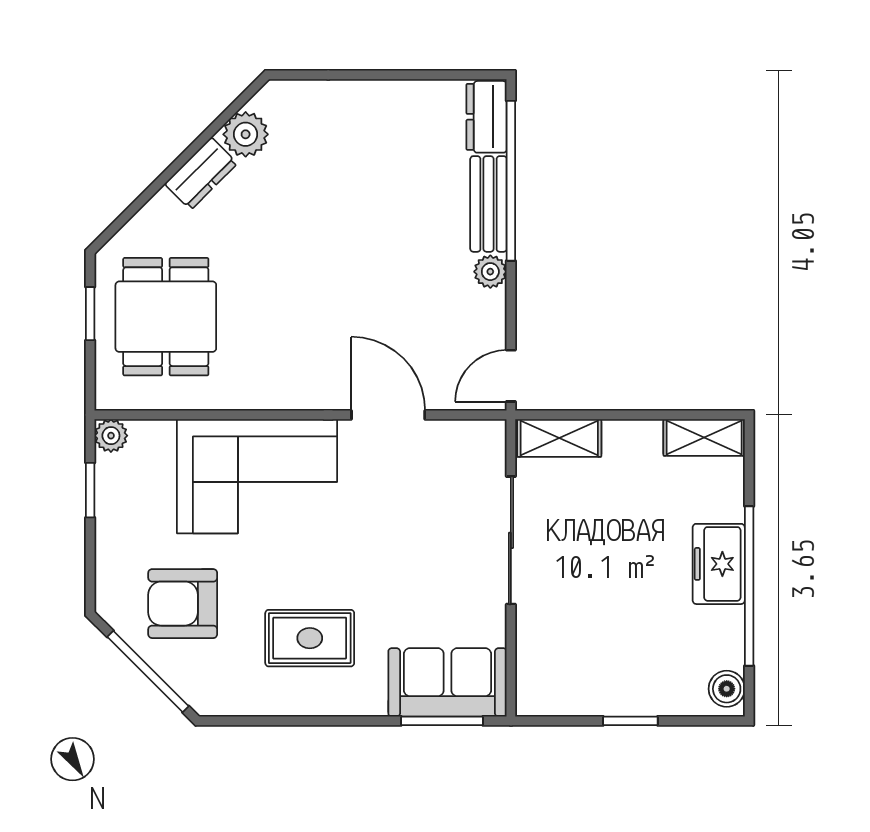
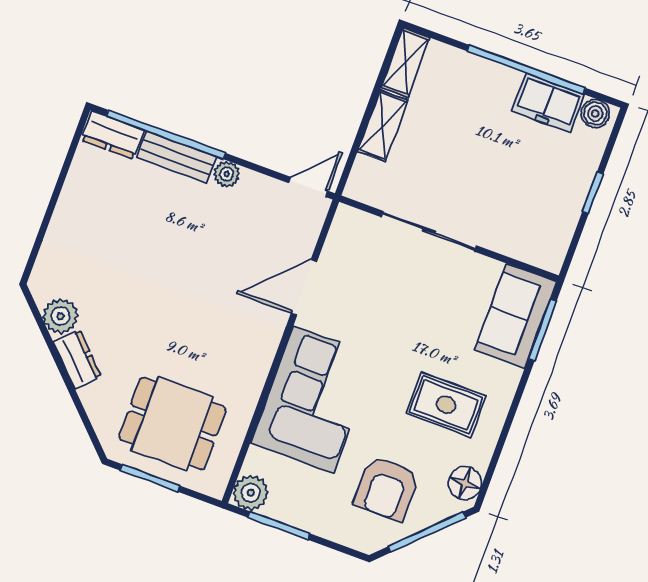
window: (90, 314) -> (150, 478), width x1.50
door: (511, 376) -> (308, 187), swing flipped
plant: (111, 436) -> (251, 493), width x1.38, depth x1.38
shelving: (559, 438) -> (383, 126), moved
window: (90, 490) -> (279, 525), width x1.50
freezer: (719, 564) -> (548, 103), moved
rug: (310, 638) -> (446, 405), turned 90
floor lamp: (224, 696) -> (465, 483), added

